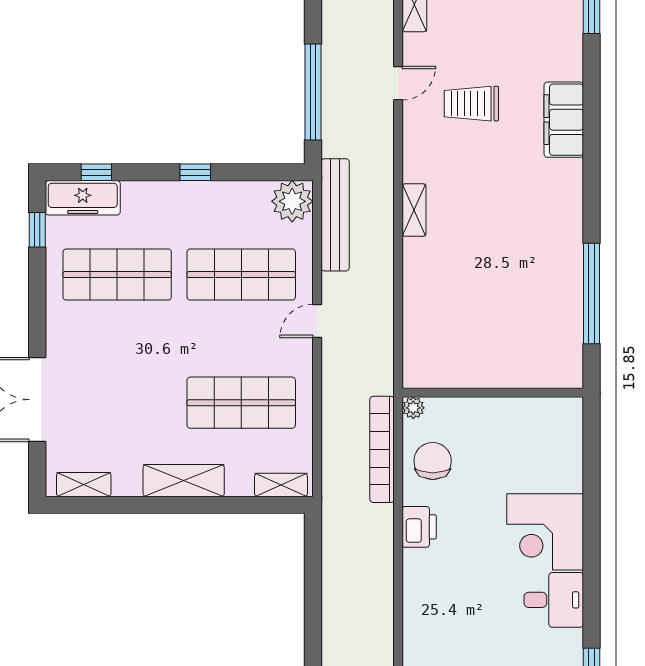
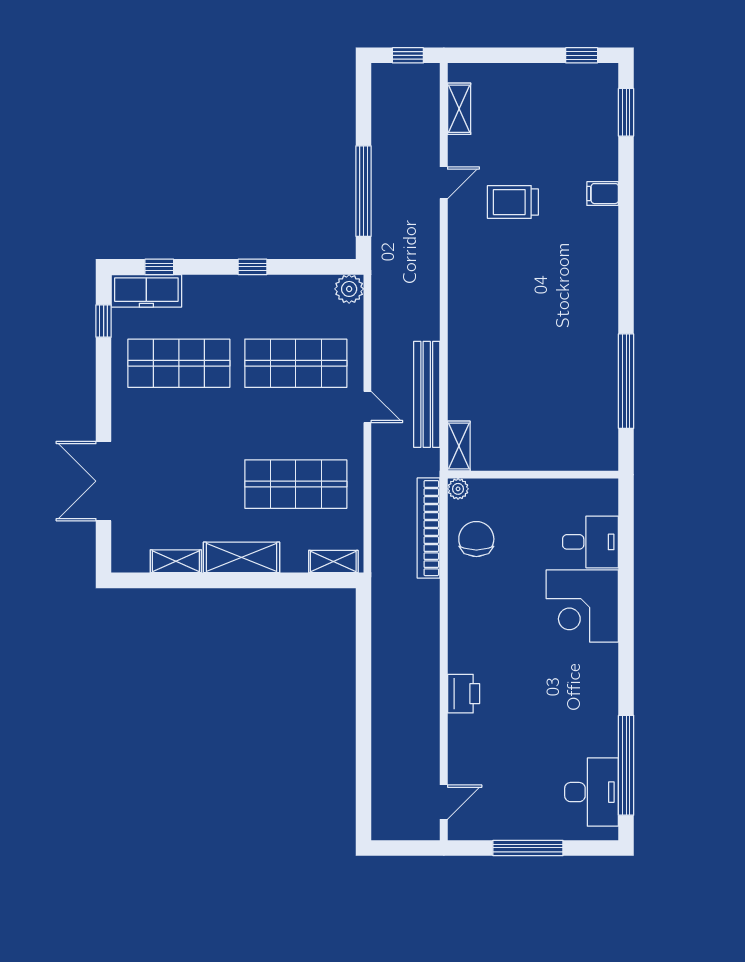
filing cabinet: (564, 120) -> (603, 194), width x0.33, depth x0.86
plant: (292, 201) -> (349, 289), width x0.73, depth x0.73
shelving: (414, 210) -> (459, 446), moved
bench: (335, 215) -> (427, 394), moved
door: (317, 321) -> (367, 407), swing flipped
shelving: (84, 485) -> (176, 561), moved
printer: (419, 527) -> (464, 694), moved
desk: (554, 600) -> (590, 542), moved

